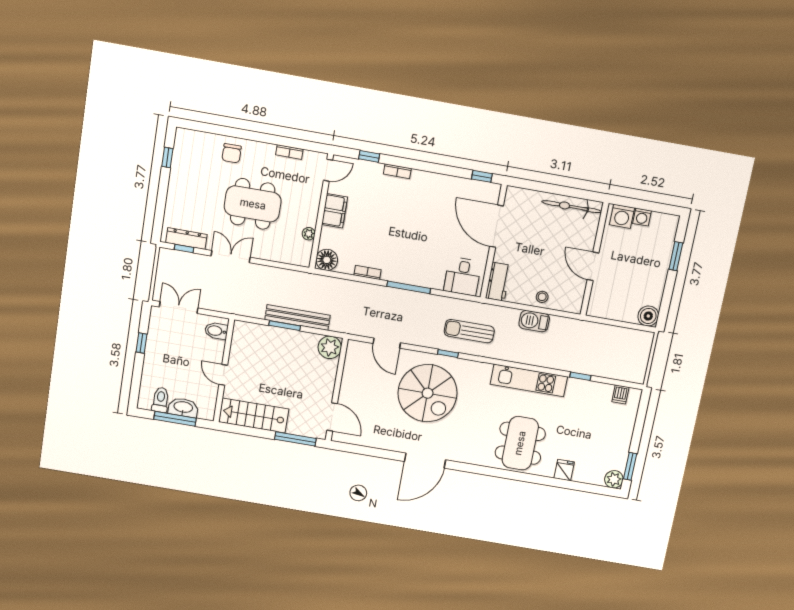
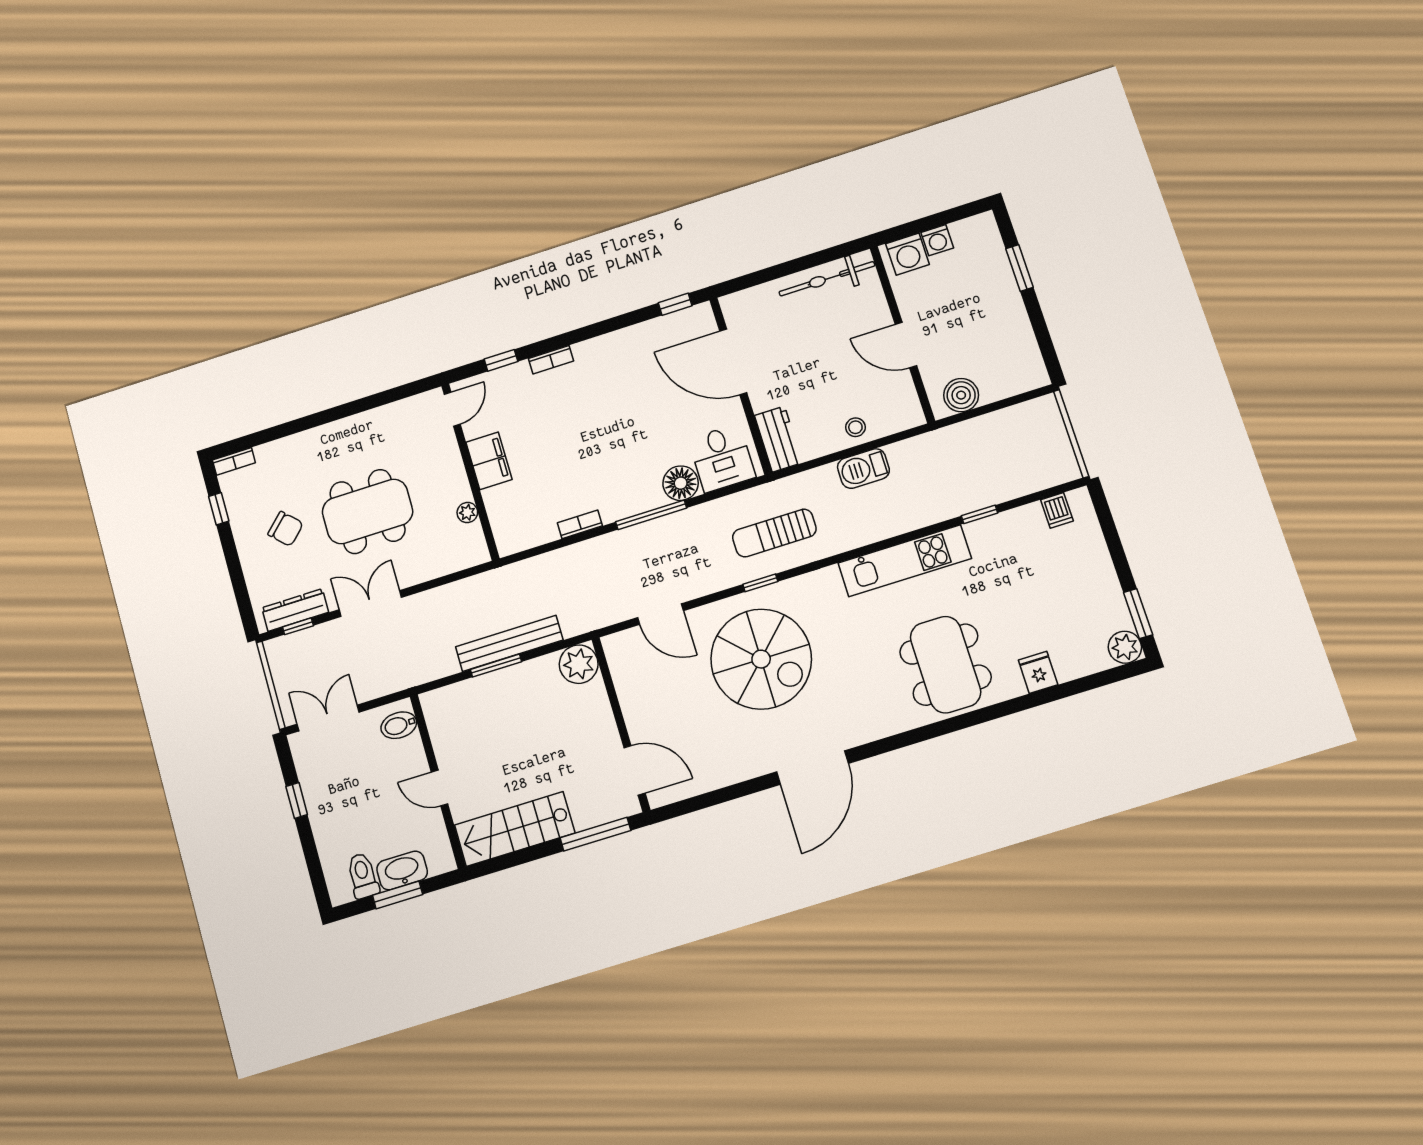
bookcase: (289, 152) -> (234, 461), moved
chair: (232, 153) -> (286, 529), moved, turned -45
floor lamp: (327, 260) -> (681, 483), moved
boiler: (648, 316) -> (961, 395), moved
window: (175, 419) -> (398, 895), width x0.69

